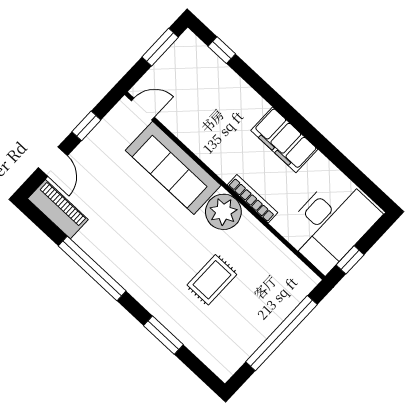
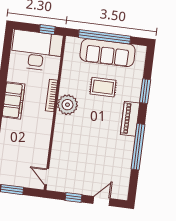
sofa: (173, 168) -> (108, 53), moved, turned 90
piano: (58, 209) -> (130, 119), moved

